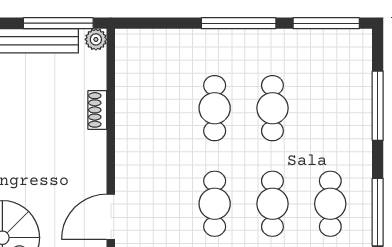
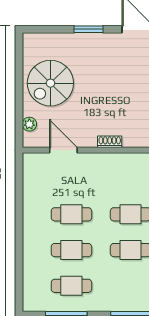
shoe rack: (97, 110) -> (110, 142), moved

